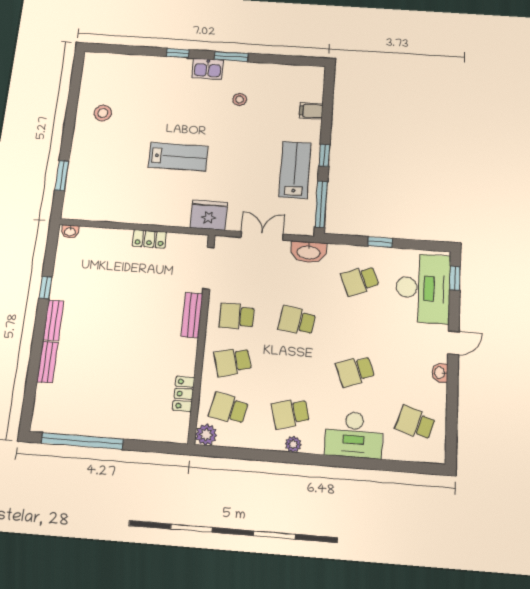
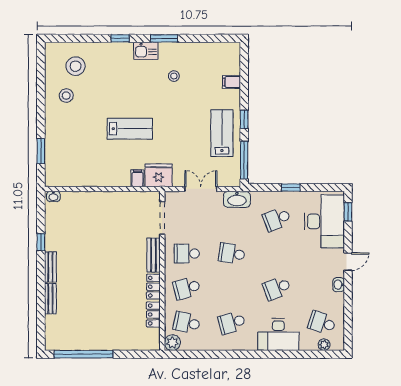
stool: (119, 81) -> (76, 66), added
filing cabinet: (181, 217) -> (137, 178), added
locker: (149, 239) -> (153, 287), moved, turned 90
plant: (293, 444) -> (324, 345), moved

